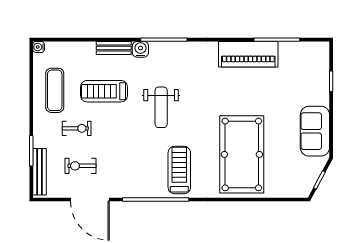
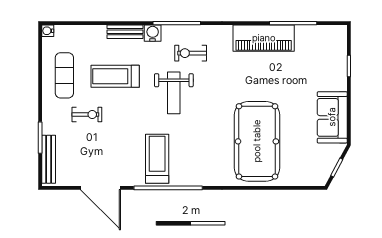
exercise bike: (80, 166) -> (191, 53), moved
treadmill: (179, 170) -> (157, 159), moved

